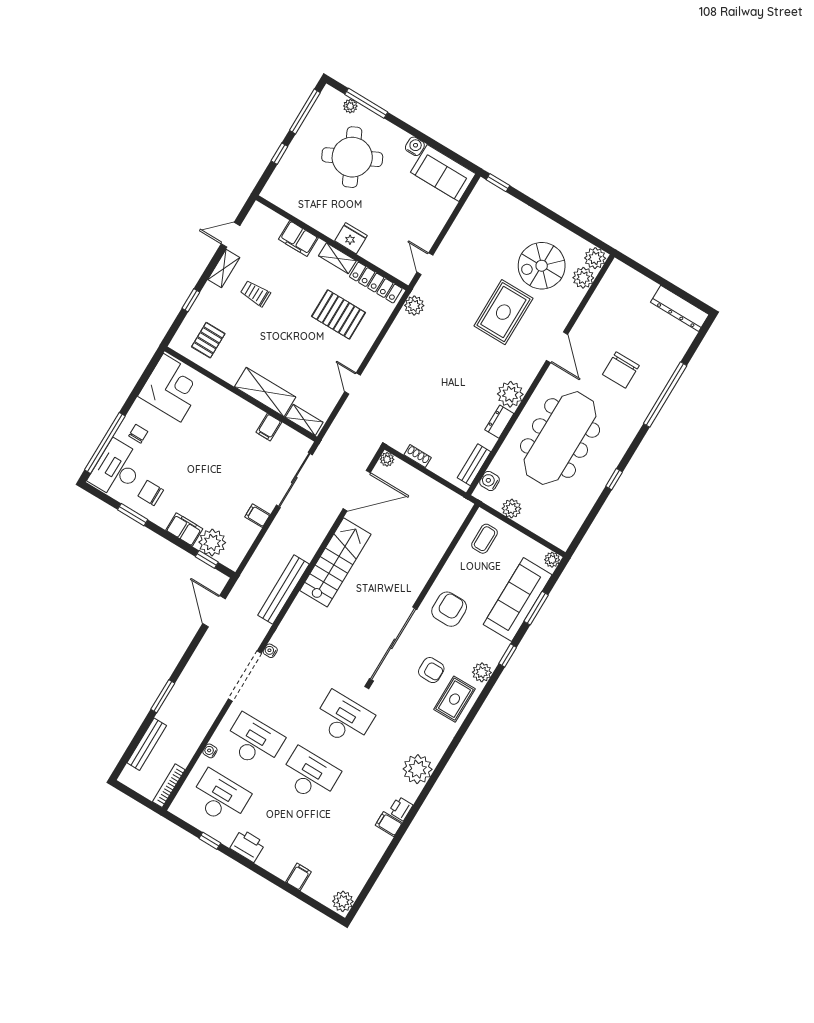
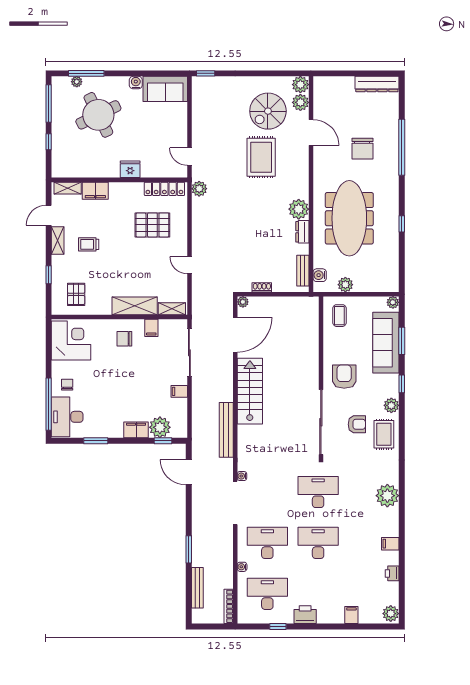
shelving: (337, 258) -> (68, 188), moved
door: (557, 347) -> (311, 133), moved
chair: (151, 493) -> (124, 339), moved
printer: (401, 809) -> (392, 573), moved

